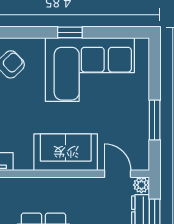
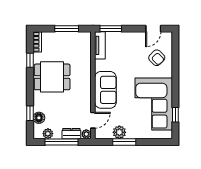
window: (70, 32) -> (175, 115), moved
plant: (138, 128) -> (119, 132), added

